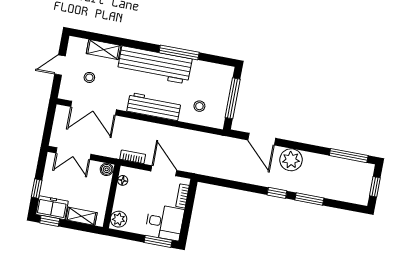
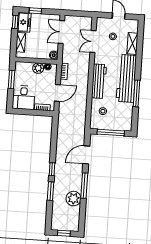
double door: (94, 108) -> (93, 42), width x0.73
window: (349, 156) -> (84, 186), moved
plant: (291, 160) -> (73, 199), moved
plant: (119, 219) -> (38, 68), moved
window: (158, 241) -> (11, 79), moved

